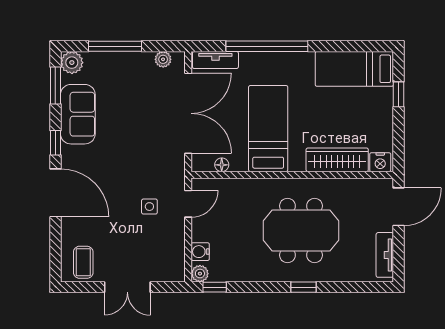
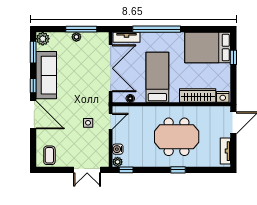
window: (115, 46) -> (81, 29), moved
plant: (163, 59) -> (76, 37), moved
bed: (354, 69) -> (208, 48), width x1.50
sofa: (78, 114) -> (46, 75), width x1.36
double door: (127, 287) -> (87, 170), moved

